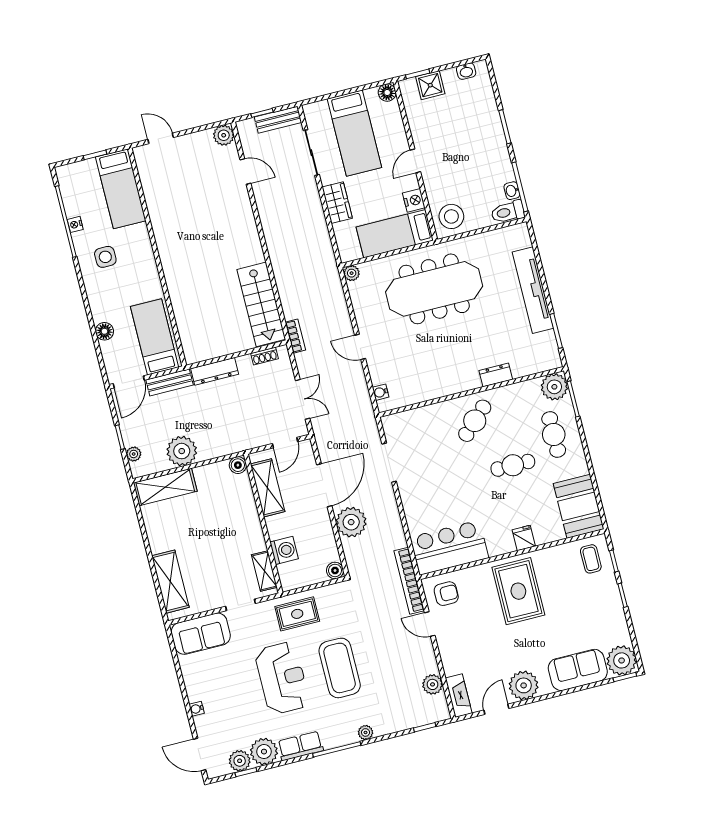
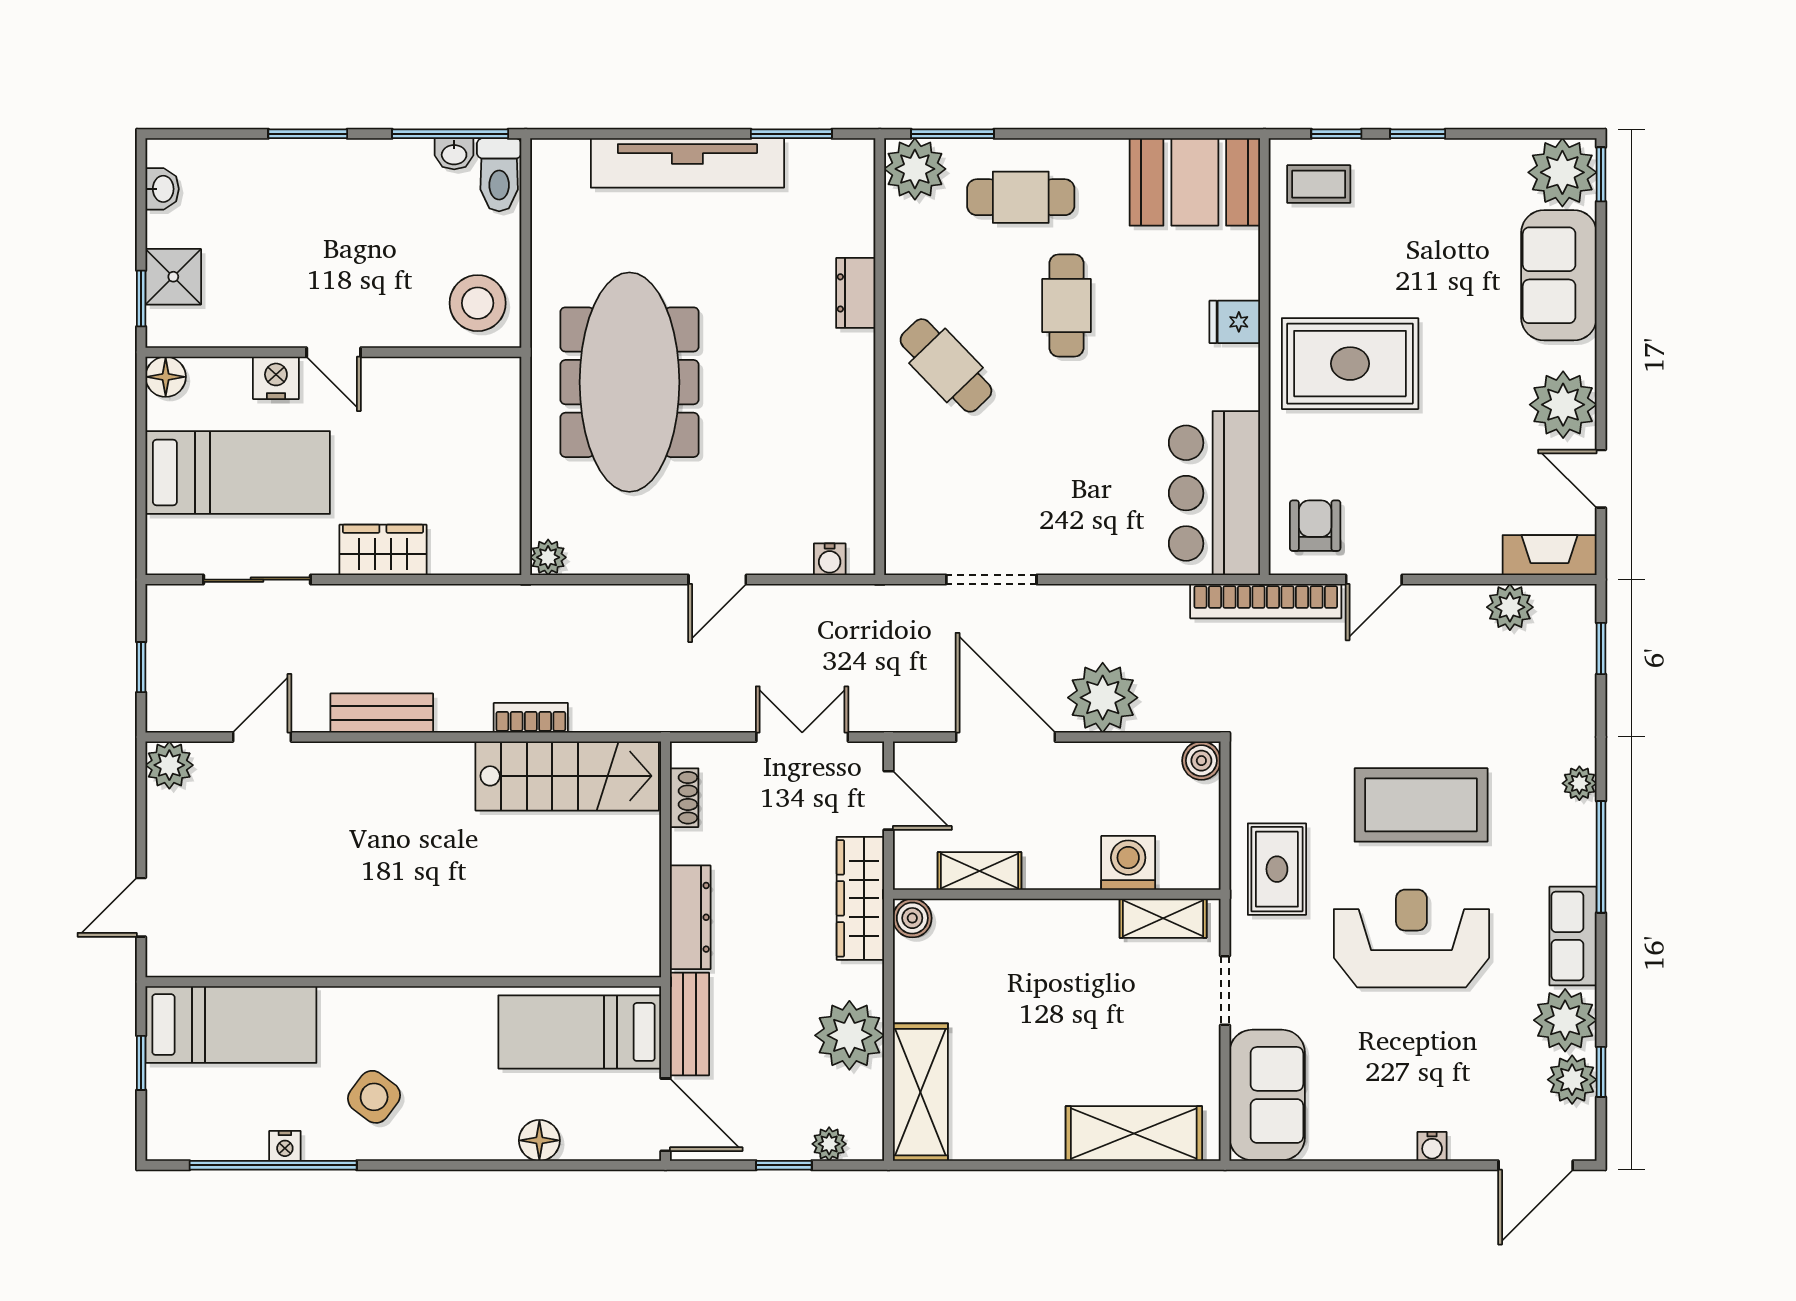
bench: (278, 120) -> (382, 713), moved, turned 90
nightstand: (414, 200) -> (276, 378), moved
bed: (395, 234) -> (484, 439), removed
side table: (105, 257) -> (374, 1097), turned 37
bookcase: (295, 336) -> (531, 718), moved
wardrobe: (241, 441) -> (860, 898), added
shelving: (267, 488) -> (979, 871), width x0.67, depth x0.75

